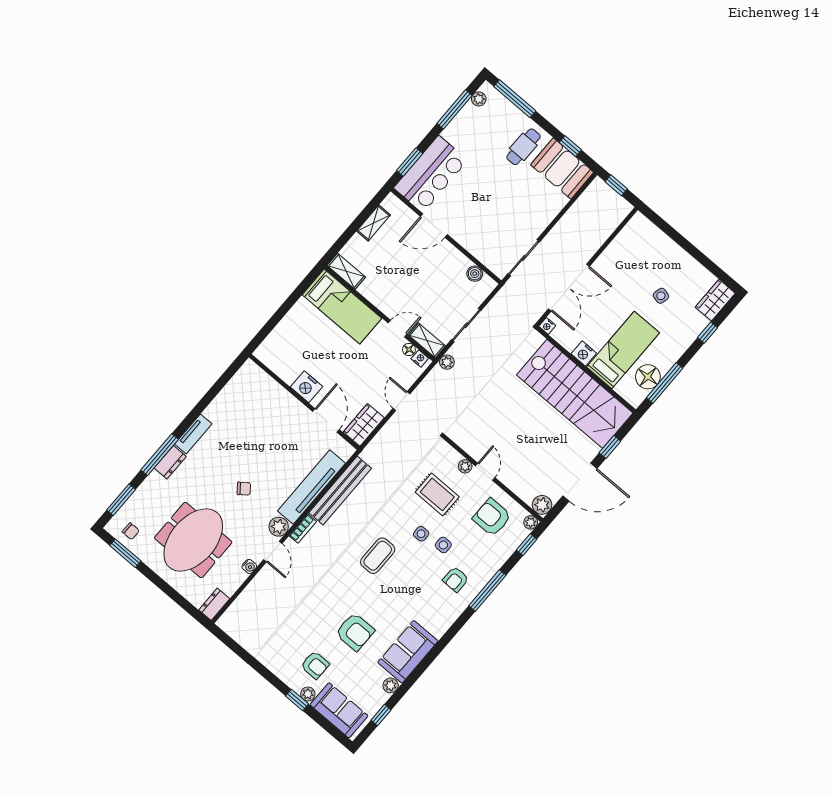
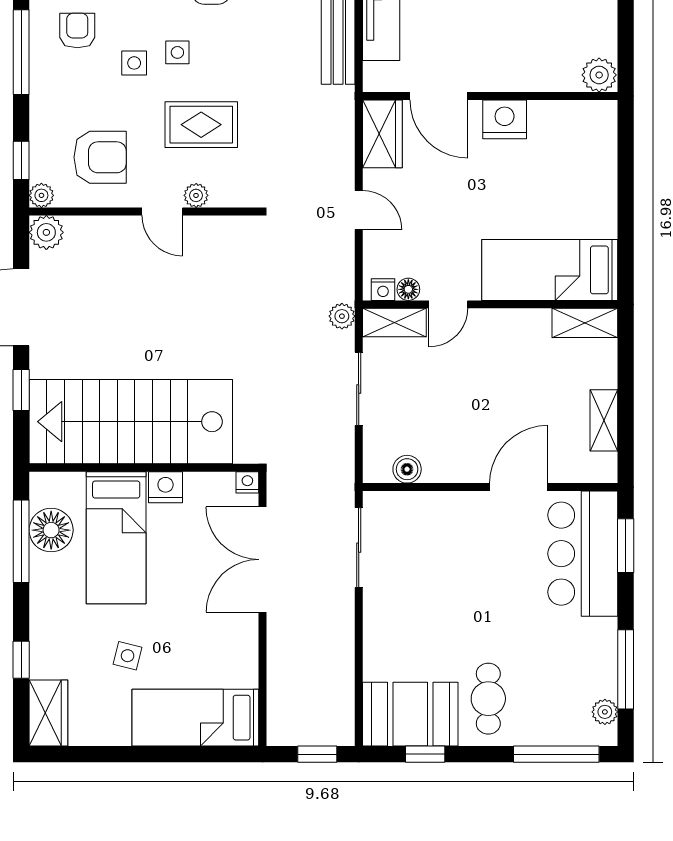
bed: (655, 245) -> (195, 718), added
plant: (250, 371) -> (599, 75), added

